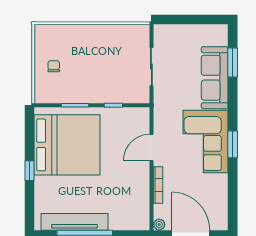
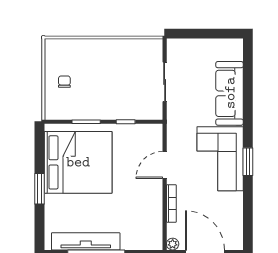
window: (233, 62) -> (248, 78), removed
window: (29, 171) -> (40, 189), width x1.50

